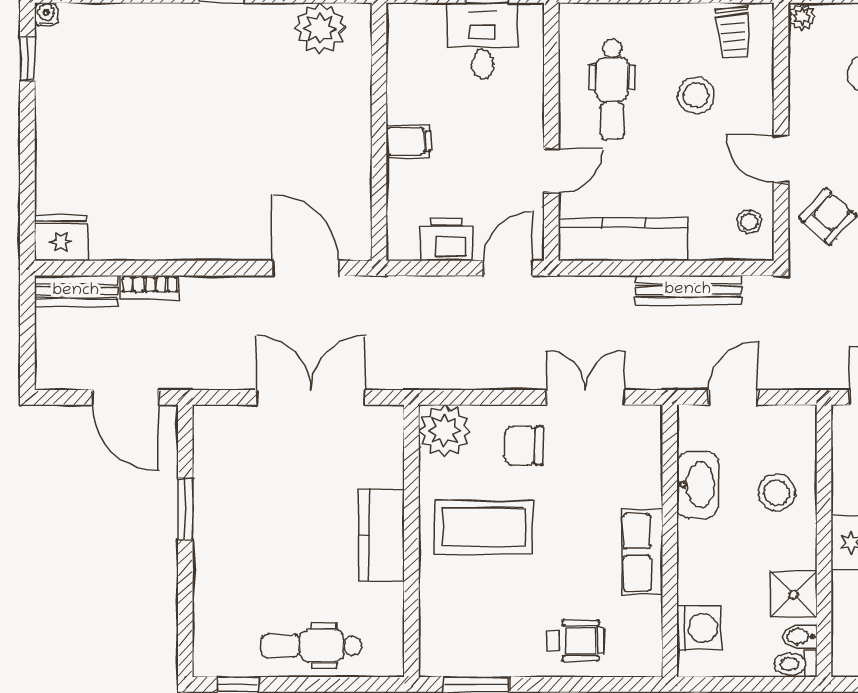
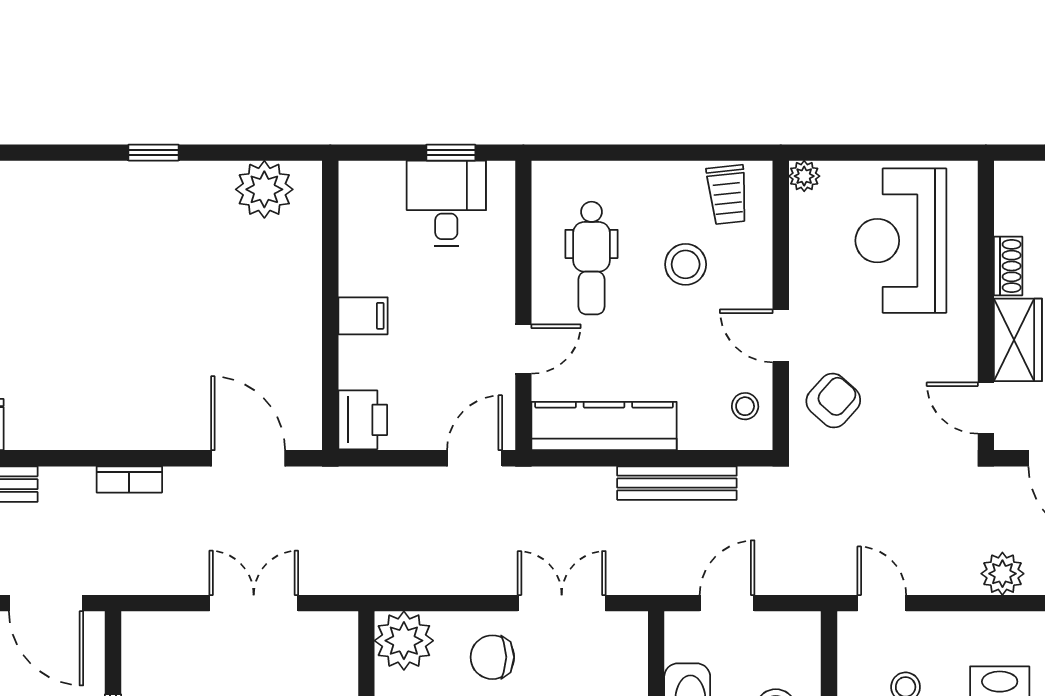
printer: (446, 239) -> (363, 420), moved, turned 90
bookcase: (150, 287) -> (129, 479), moved
double door: (311, 397) -> (254, 603), width x0.73

